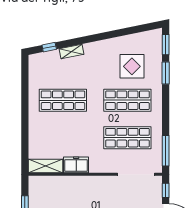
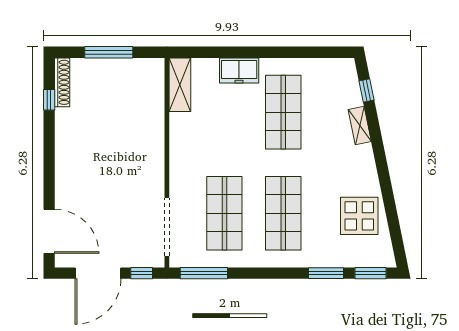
display table: (132, 66) -> (359, 216), moved
freezer: (76, 165) -> (239, 70), moved, turned 90

